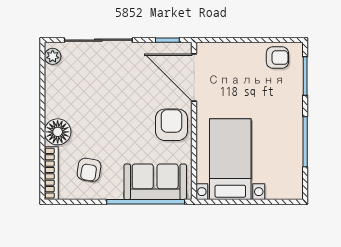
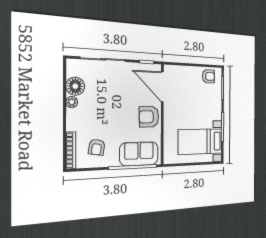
plant: (53, 56) -> (72, 102), moved
armchair: (171, 125) -> (149, 117), turned -92
floor lamp: (58, 132) -> (75, 86), moved
bed with nightstands: (230, 159) -> (200, 142), moved, turned -90

